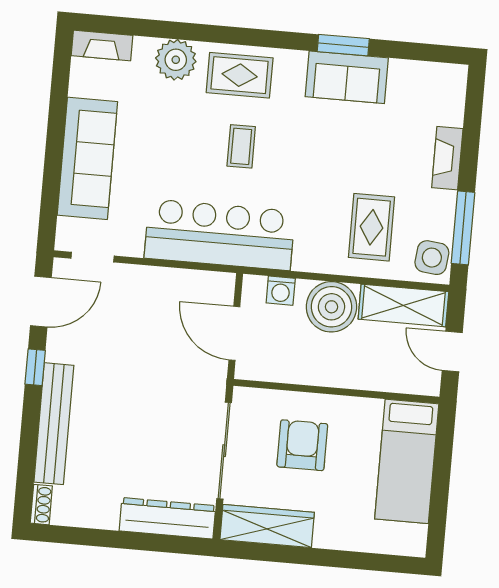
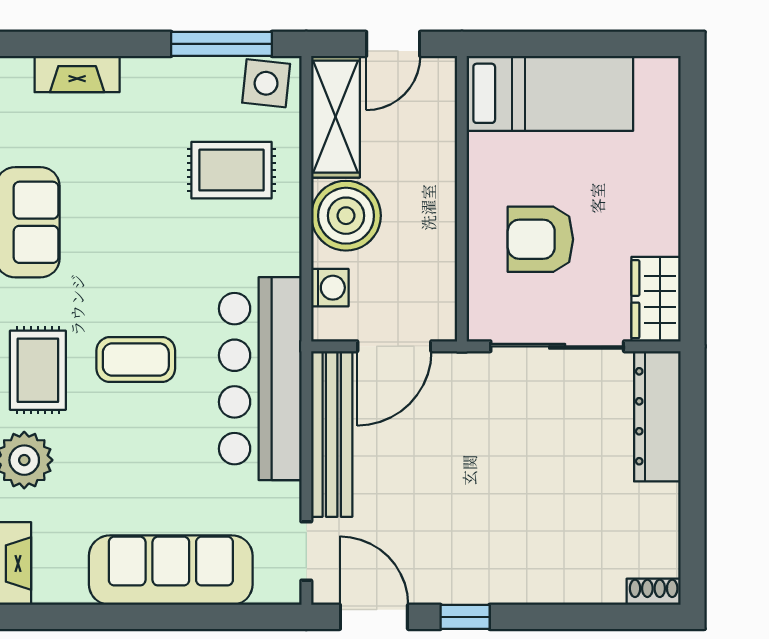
coffee table: (241, 146) -> (136, 360), width x1.36, depth x1.30
fireplace: (447, 158) -> (77, 74), moved
bench: (54, 424) -> (332, 434), moved, turned 90
wardrobe: (267, 526) -> (656, 299), width x0.67

